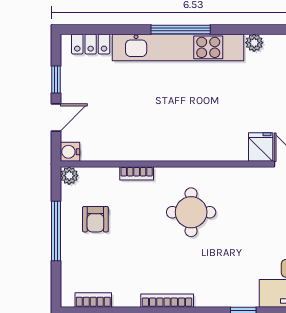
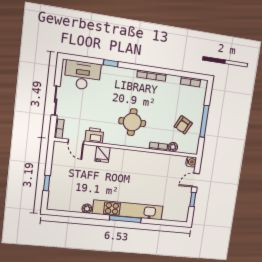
locker: (91, 44) -> (173, 216), removed
fridge: (261, 147) -> (102, 154), moved
plant: (69, 176) -> (173, 147), moved
printer: (257, 180) -> (94, 135), added
armchair: (95, 219) -> (183, 125), turned -153

